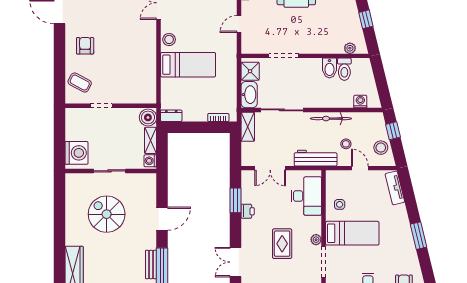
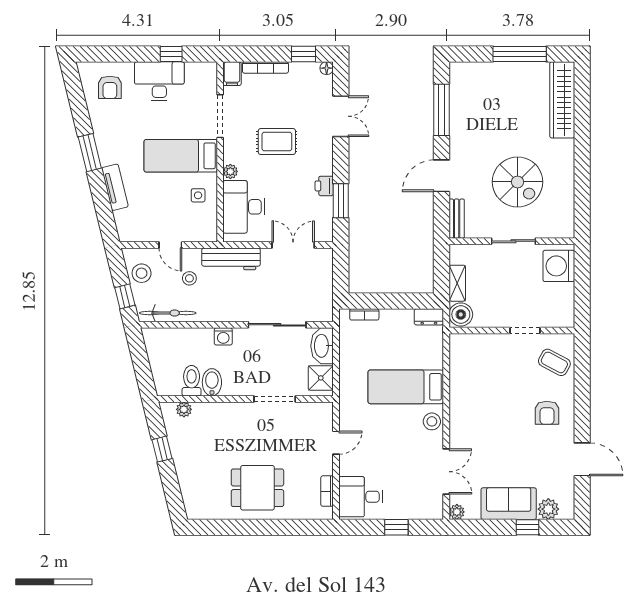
washing machine: (360, 101) -> (223, 336), moved
bicycle: (331, 119) -> (168, 313), moved
shelving: (248, 127) -> (324, 302), removed
washing machine: (150, 161) -> (458, 255), removed
tv unit: (395, 188) -> (115, 187), moved
plant: (316, 240) -> (230, 171), moved
rug: (282, 244) -> (277, 142), turned 90
bench: (151, 265) -> (457, 219), moved

